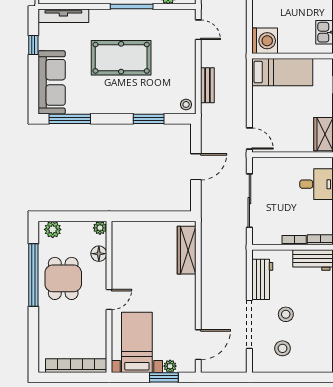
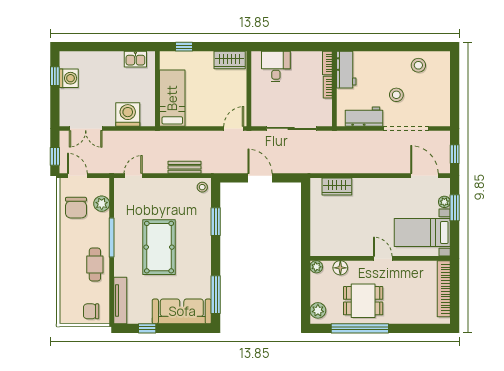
washing machine: (265, 41) -> (128, 114), moved
wardrobe: (187, 250) -> (337, 187), width x0.67
stool: (282, 348) -> (418, 65), moved
window: (222, 377) -> (455, 154), added

